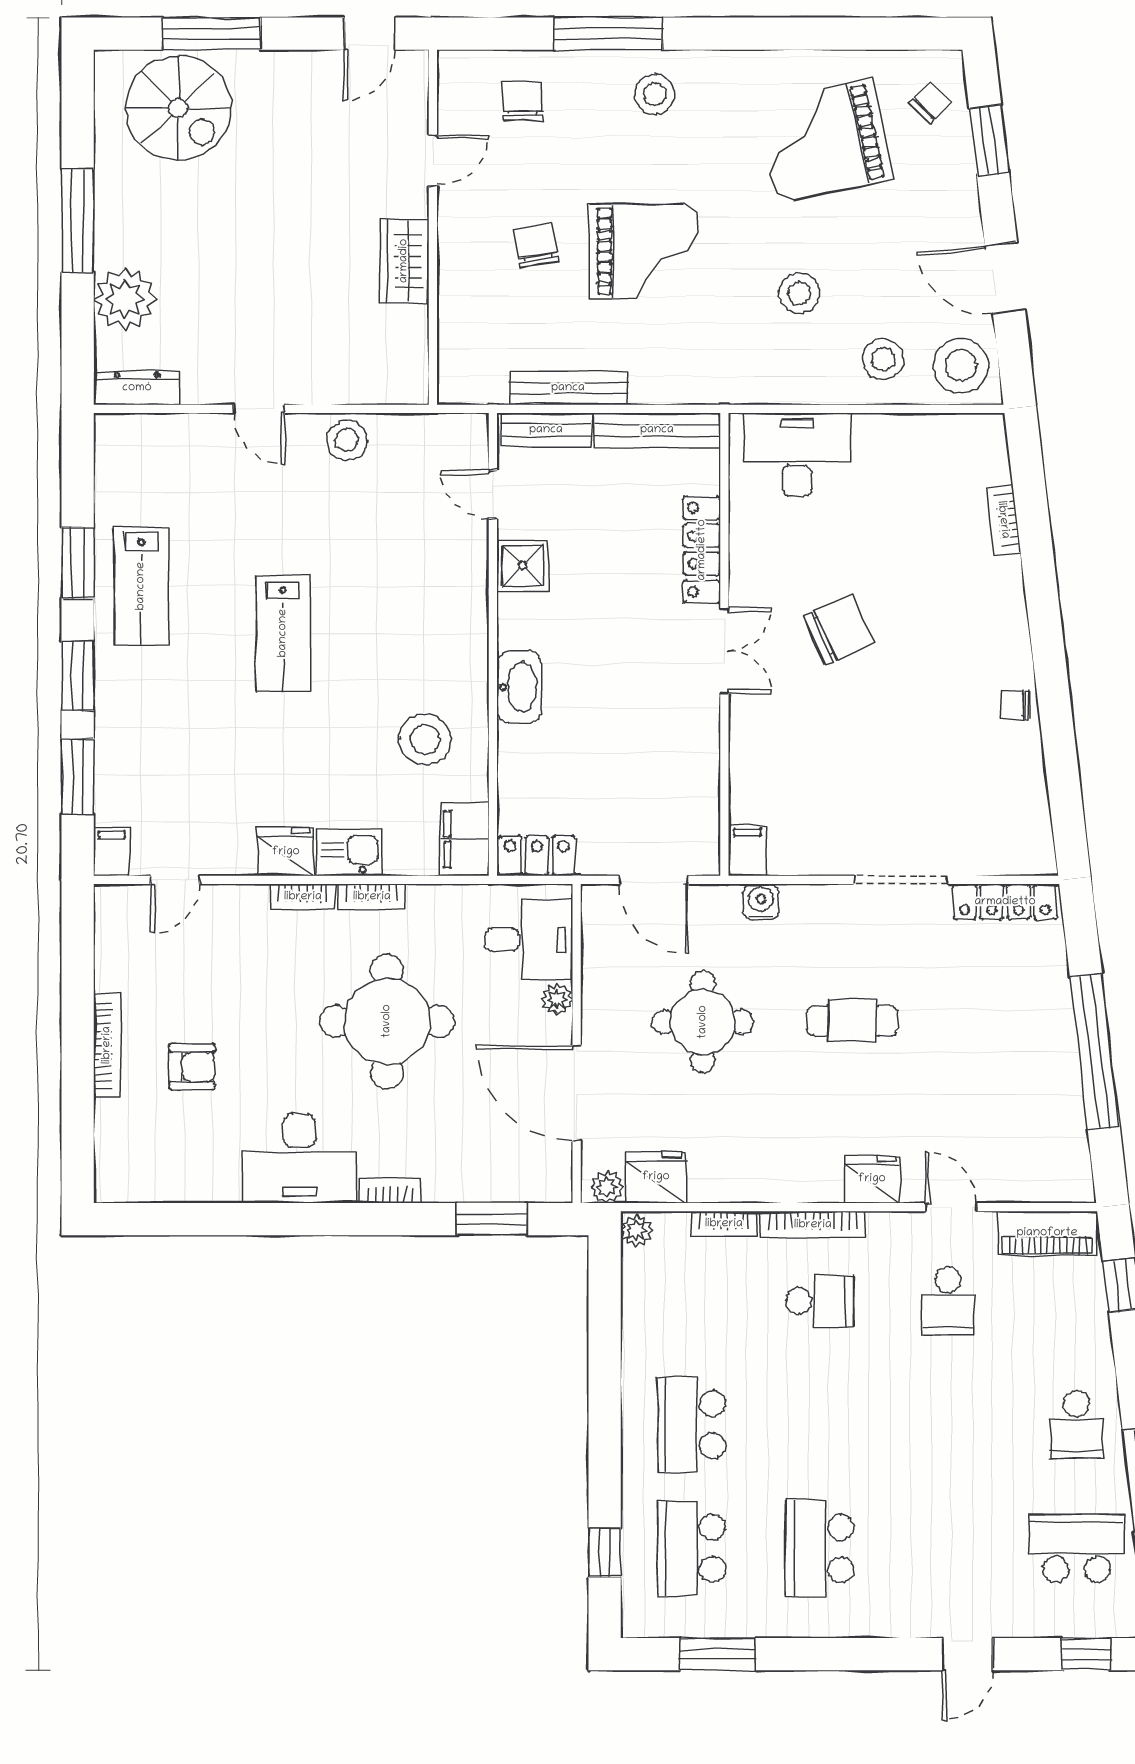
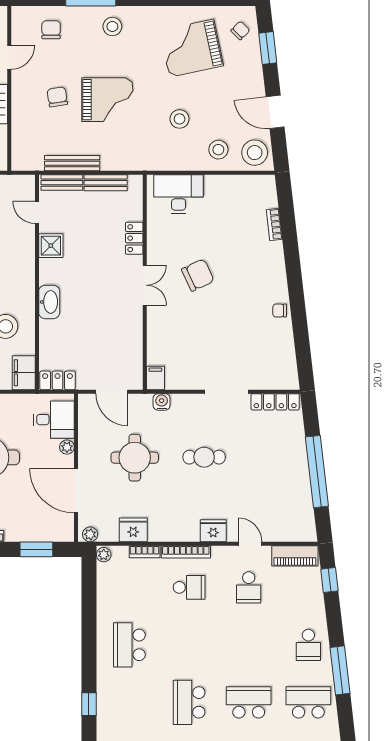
bench: (657, 430) -> (106, 183), width x0.73
locker: (702, 550) -> (134, 238), width x0.66
fridge: (656, 1177) -> (133, 530), moved
school desk: (691, 1548) -> (249, 702), moved, turned 90

